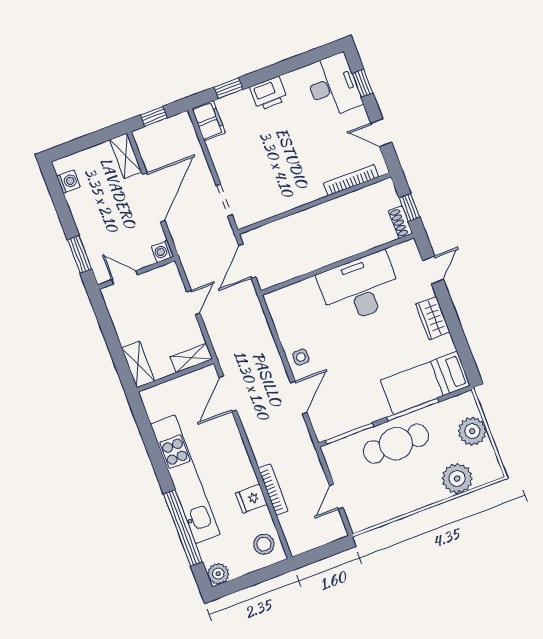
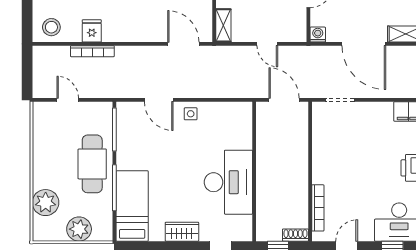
shoe rack: (401, 222) -> (295, 235), moved

